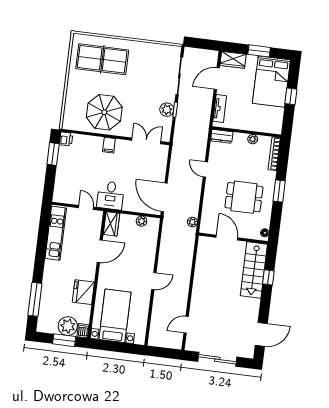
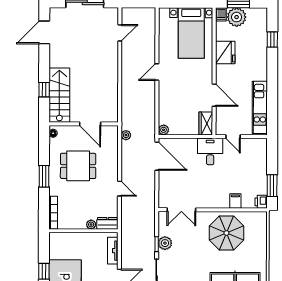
plant: (253, 139) -> (91, 224), moved
filing cabinet: (109, 145) -> (235, 201), moved
plant: (142, 221) -> (164, 130), moved
door: (100, 251) -> (214, 95), swing flipped
window: (35, 299) -> (272, 40), width x0.46

